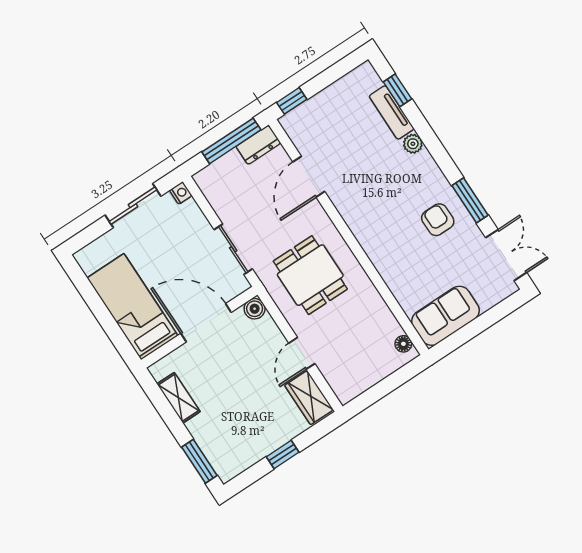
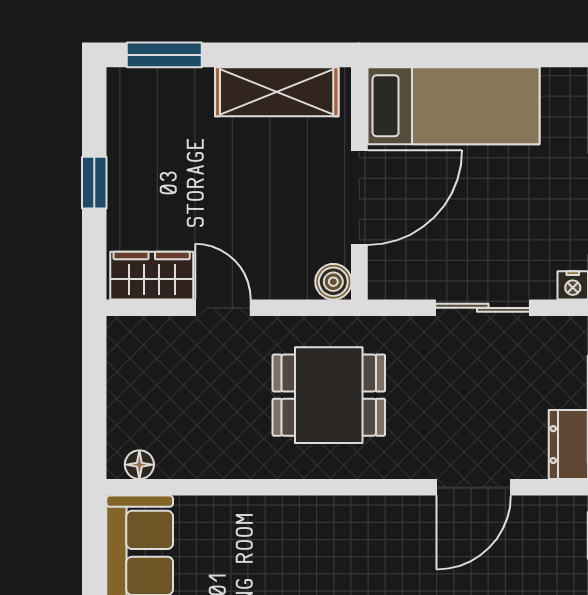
door: (309, 177) -> (474, 487), swing flipped
sliding door: (233, 249) -> (483, 308), moved
shelving: (179, 398) -> (277, 92), width x1.50, depth x1.33

